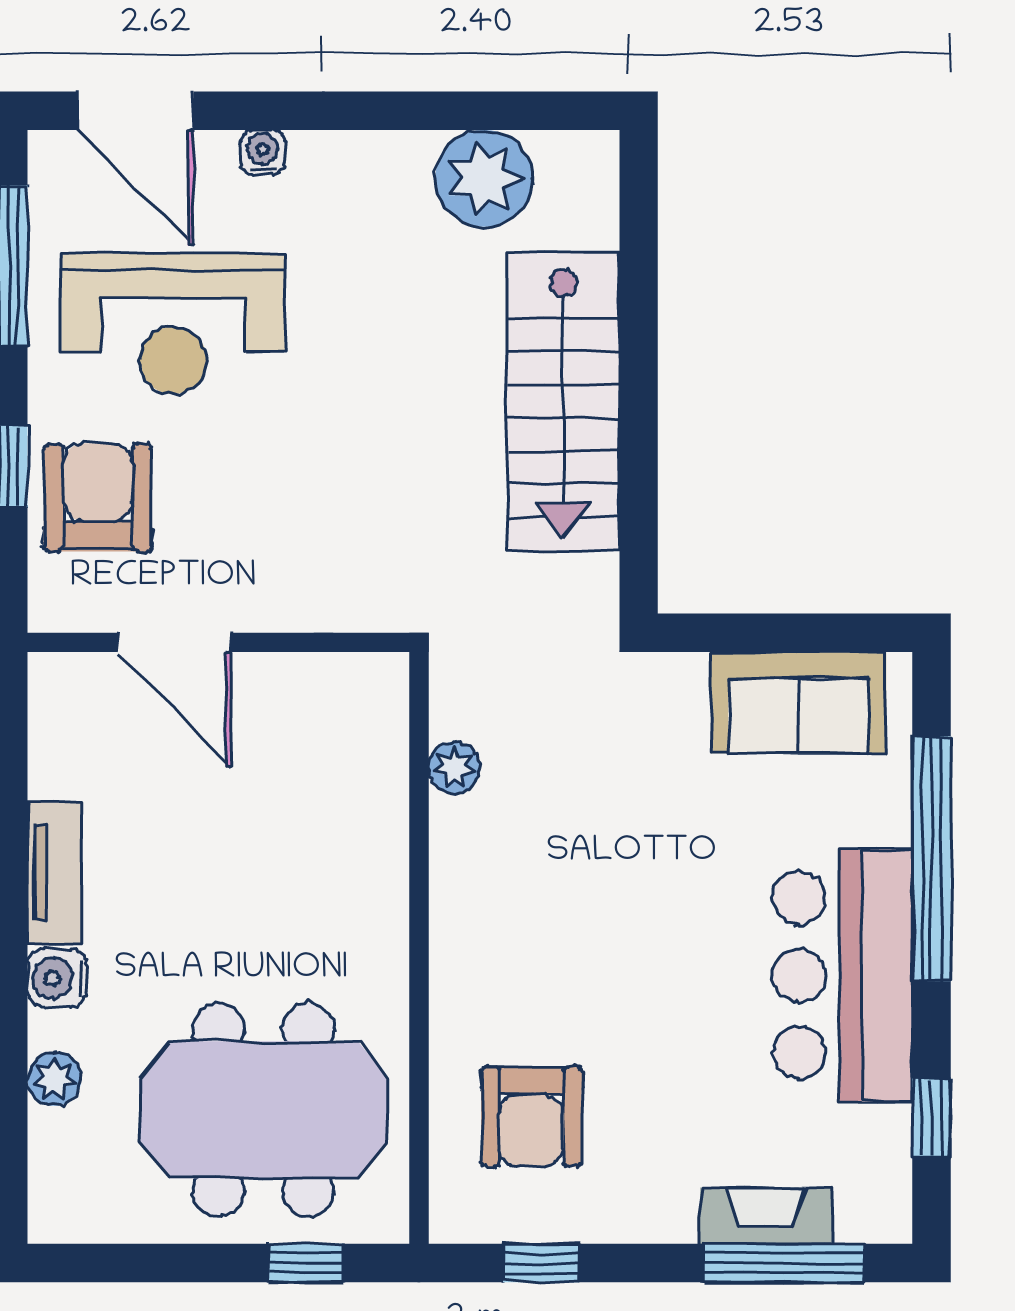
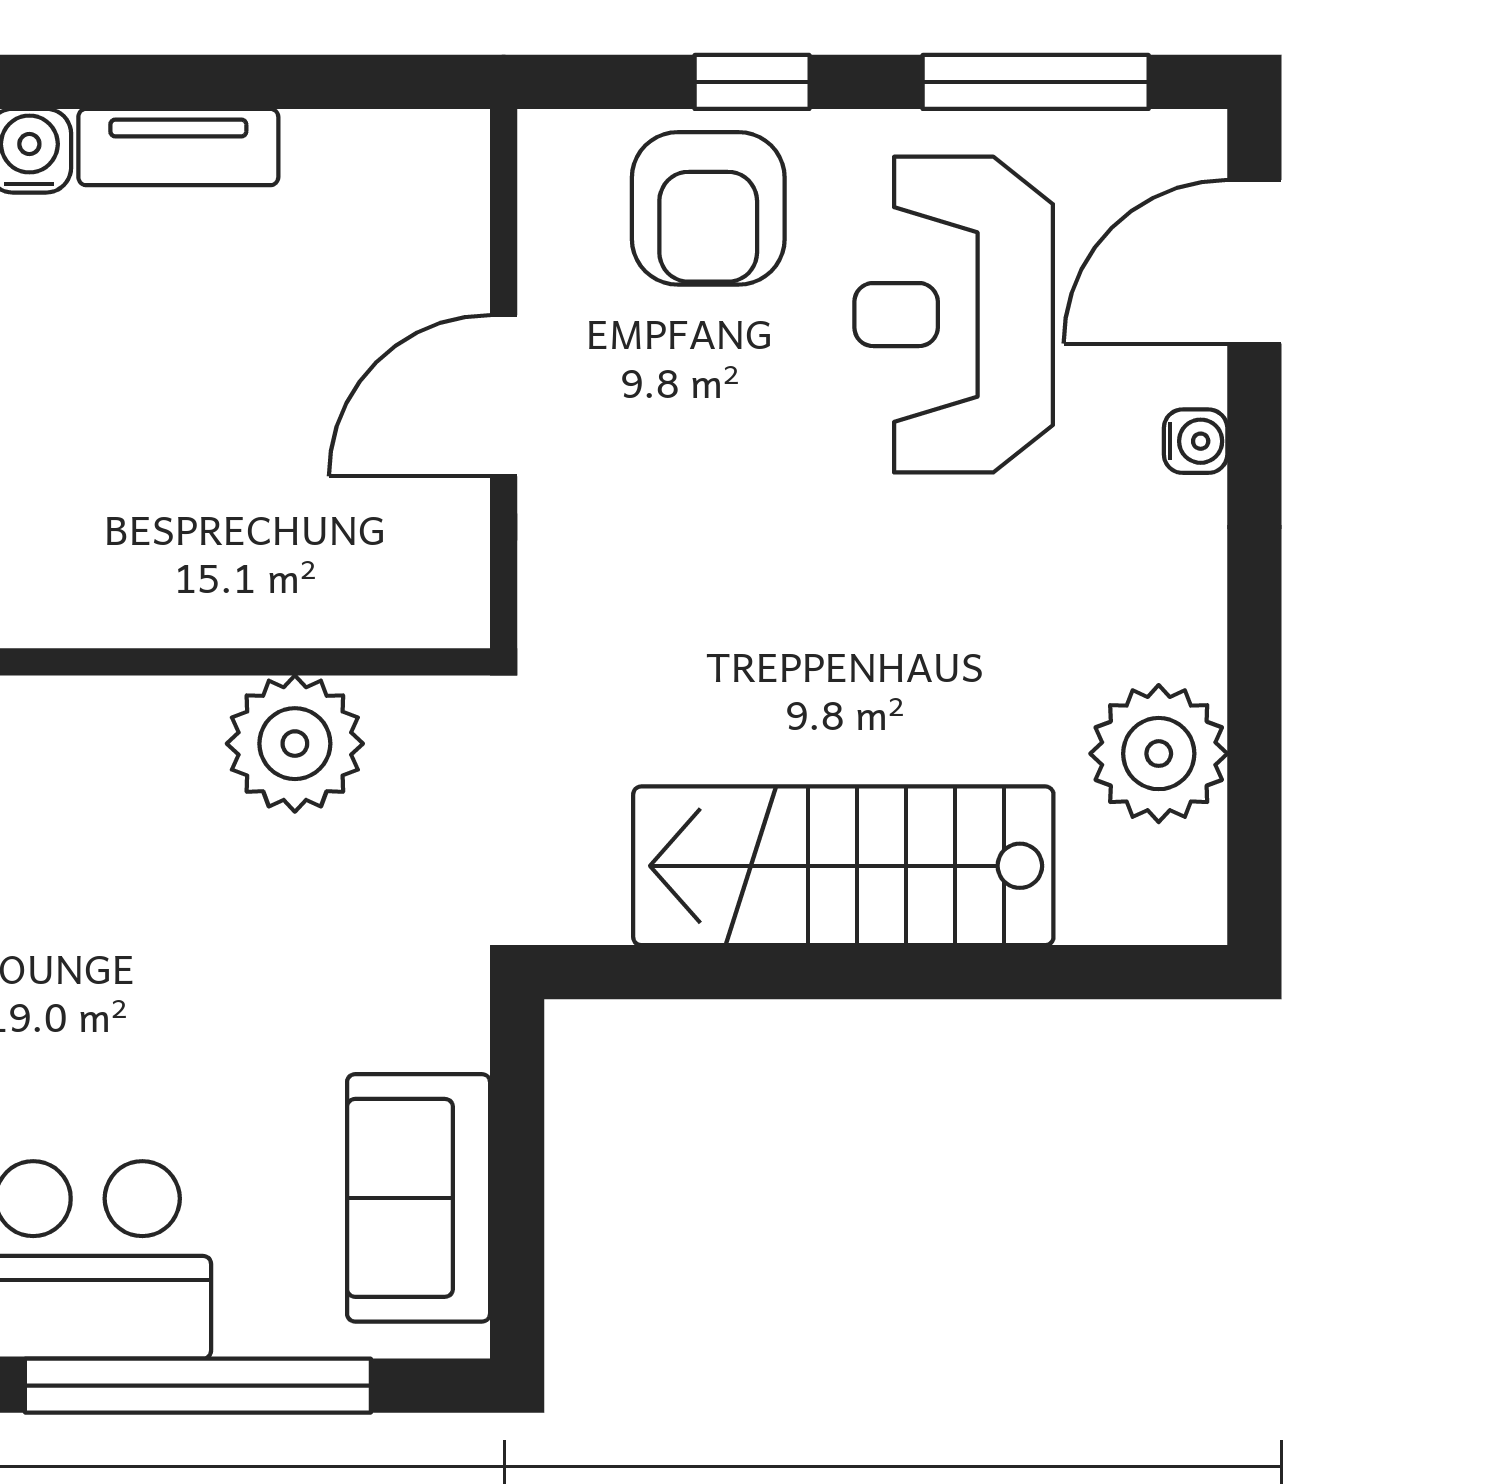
armchair: (98, 497) -> (708, 208), turned 90
door: (174, 642) -> (504, 396), moved
plant: (454, 768) -> (295, 744), width x1.88, depth x1.88

